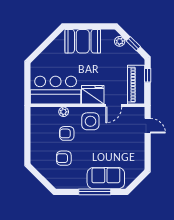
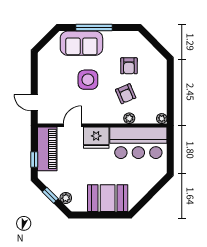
plant: (35, 112) -> (162, 119), added
side table: (90, 121) -> (88, 80), moved
armchair: (67, 133) -> (126, 94), turned 67
armchair: (64, 158) -> (129, 66), turned 90

